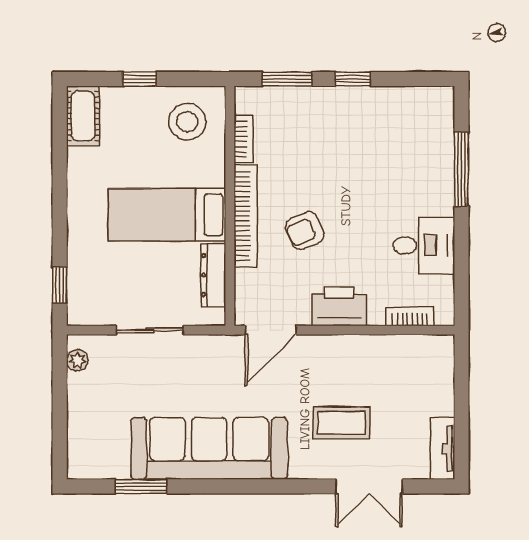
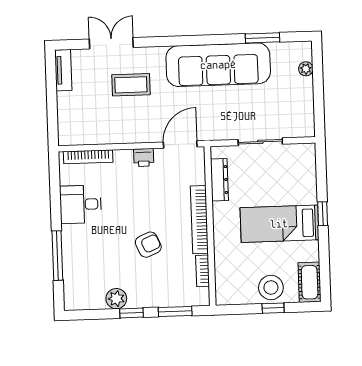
plant: (375, 101) -> (116, 299), added
stool: (187, 122) -> (271, 287), moved
bed: (167, 215) -> (279, 224), moved, turned 180
armchair: (305, 231) -> (148, 245), moved
window: (60, 285) -> (323, 214), moved
printer: (339, 306) -> (144, 157), width x0.53, depth x0.68
bookcase: (410, 316) -> (88, 157), width x1.56
plant: (77, 360) -> (306, 69), moved

